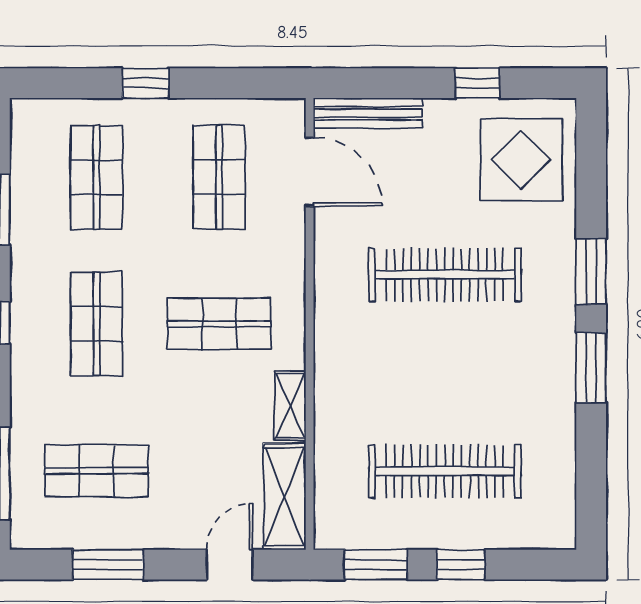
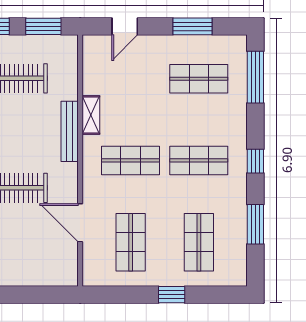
bench: (368, 113) -> (70, 131), moved, turned 90
door: (310, 172) -> (80, 223), moved
shop shelf: (97, 324) -> (199, 160), turned 90
shelving: (285, 496) -> (94, 64), removed

